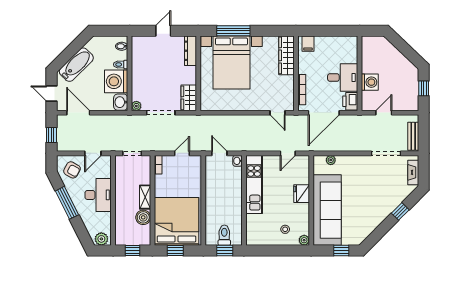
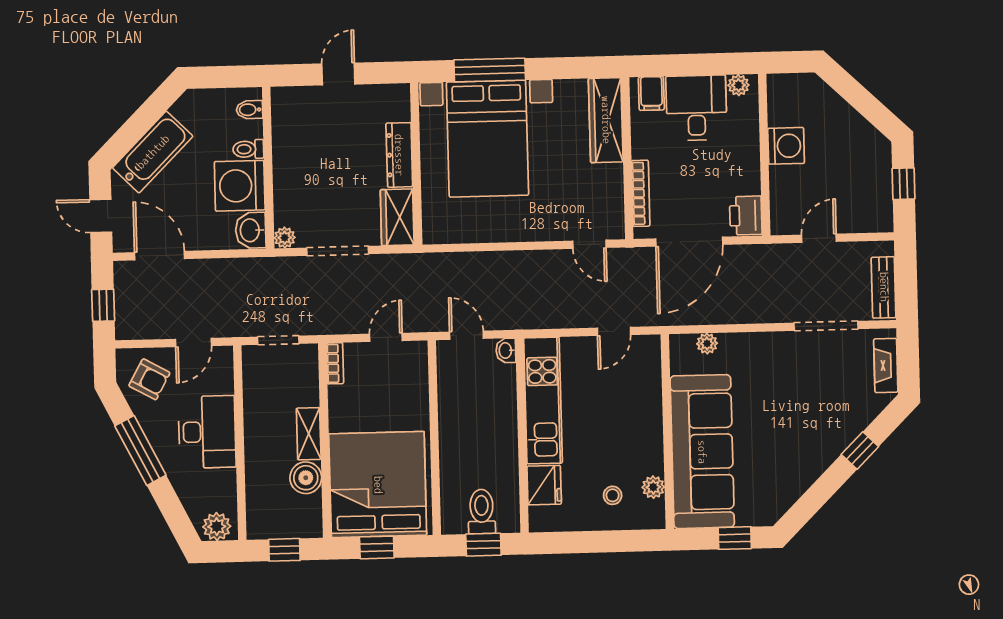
plant: (348, 41) -> (738, 85), added
dresser: (190, 51) -> (399, 155), moved
desk: (343, 77) -> (696, 108), moved, turned -90
washing machine: (370, 82) -> (786, 146), moved
fridge: (302, 194) -> (544, 485), moved, turned 180
plant: (304, 240) -> (653, 487), moved

